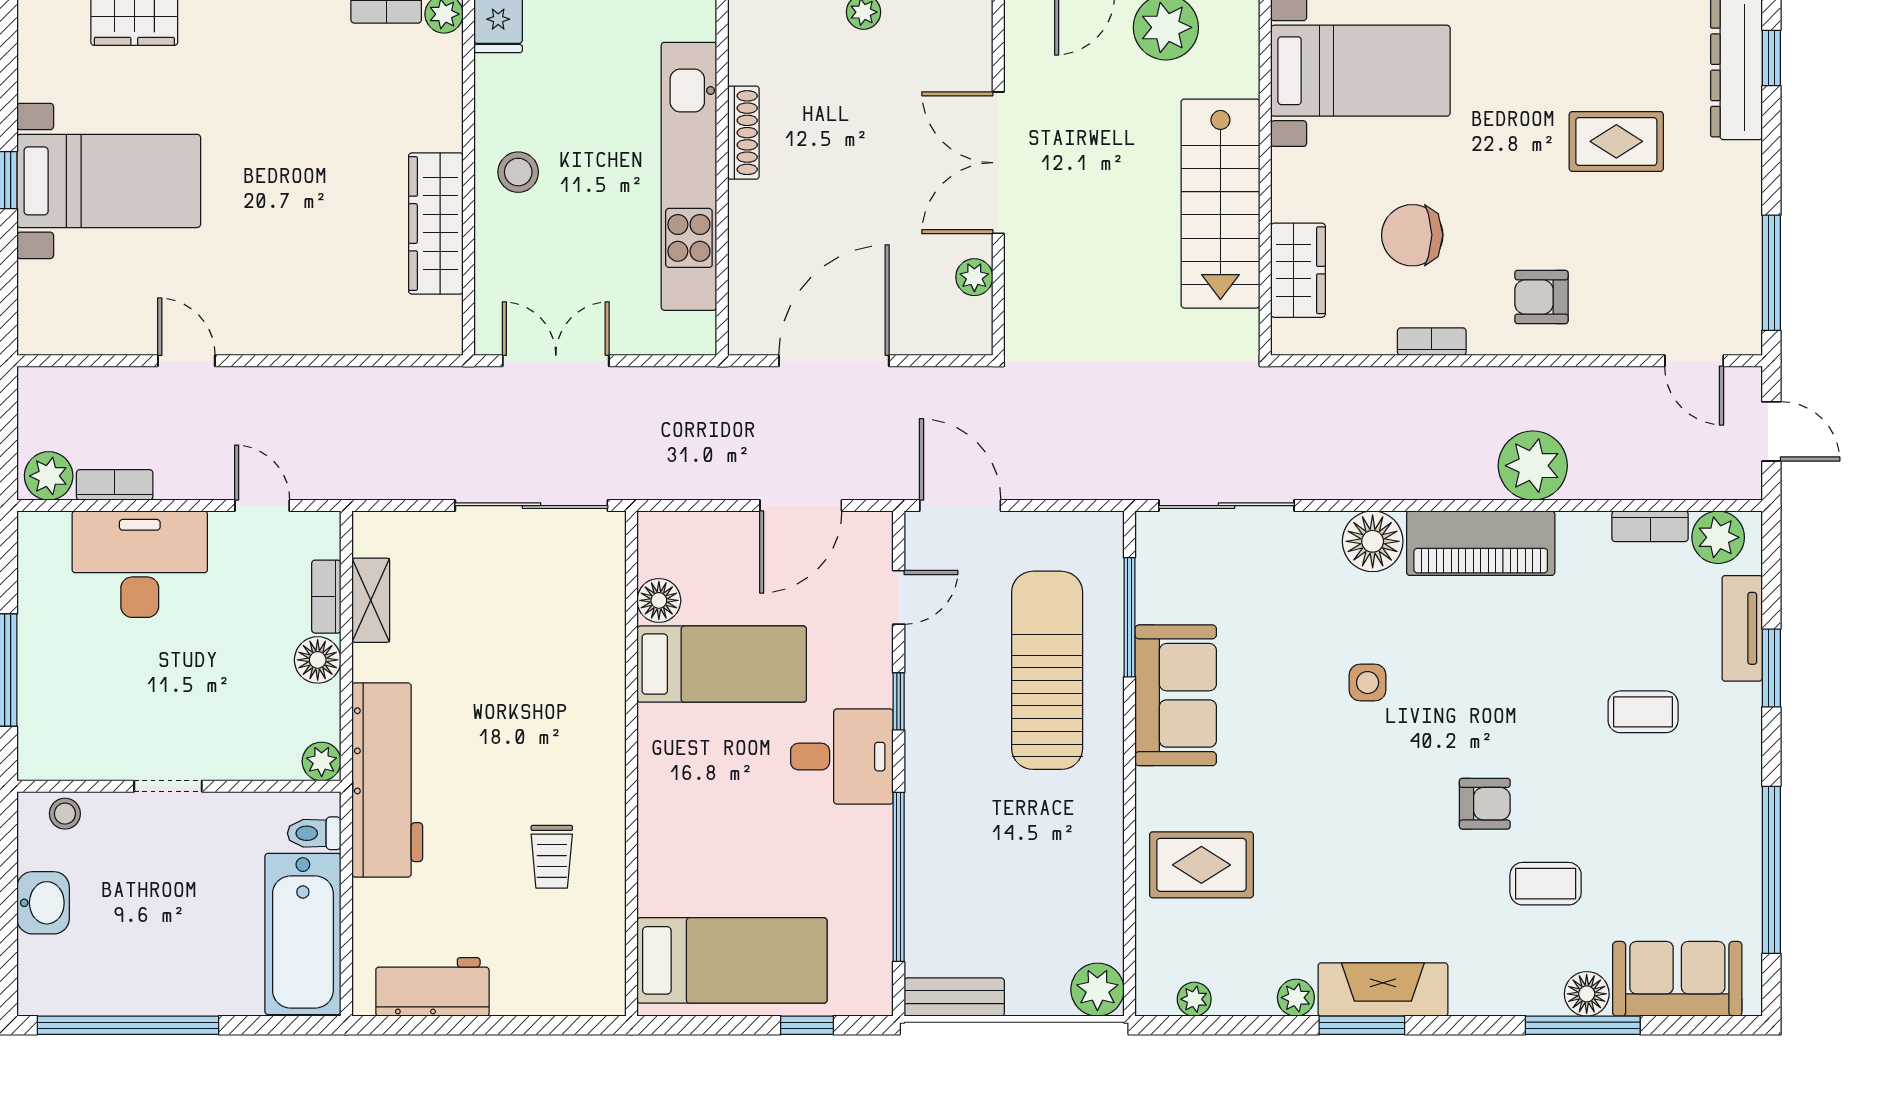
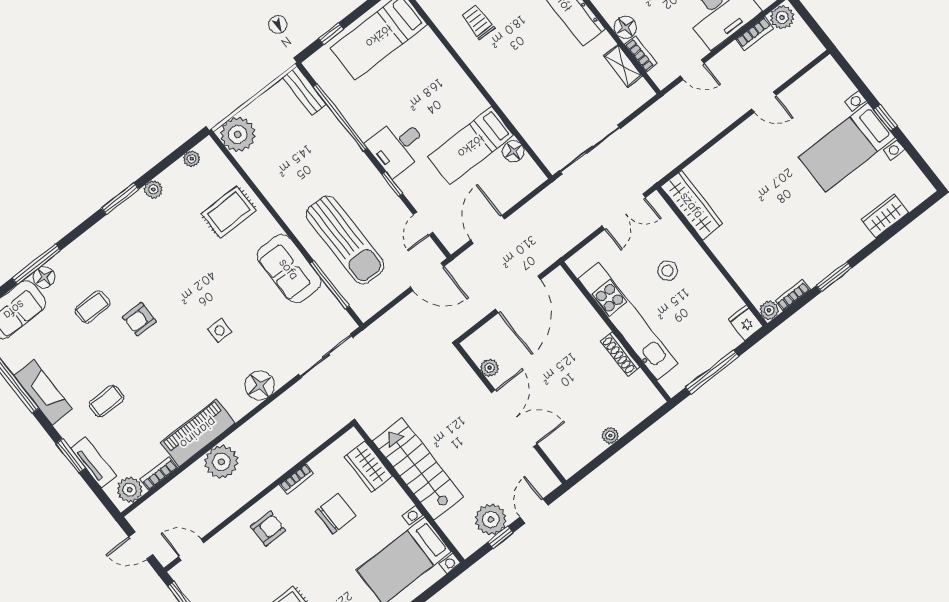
stool: (518, 172) -> (668, 271), moved
wardrobe: (436, 223) -> (692, 205), moved
piano: (1481, 543) -> (198, 433), moved
fireplace: (1383, 989) -> (43, 392), moved, turned -90
plant: (1097, 990) -> (238, 134), width x1.36, depth x1.36
bench: (954, 997) -> (304, 91), moved, turned 90

